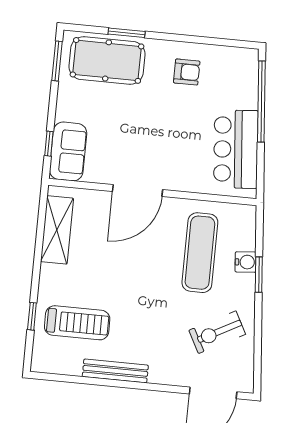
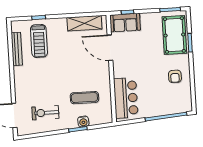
bar counter: (236, 149) -> (126, 98), moved, turned 95
door: (138, 191) -> (110, 48), moved
exercise mat: (200, 253) -> (84, 98), width x0.73, depth x0.69
exercise bike: (217, 332) -> (45, 113), turned -62
bench: (115, 371) -> (17, 49), moved

